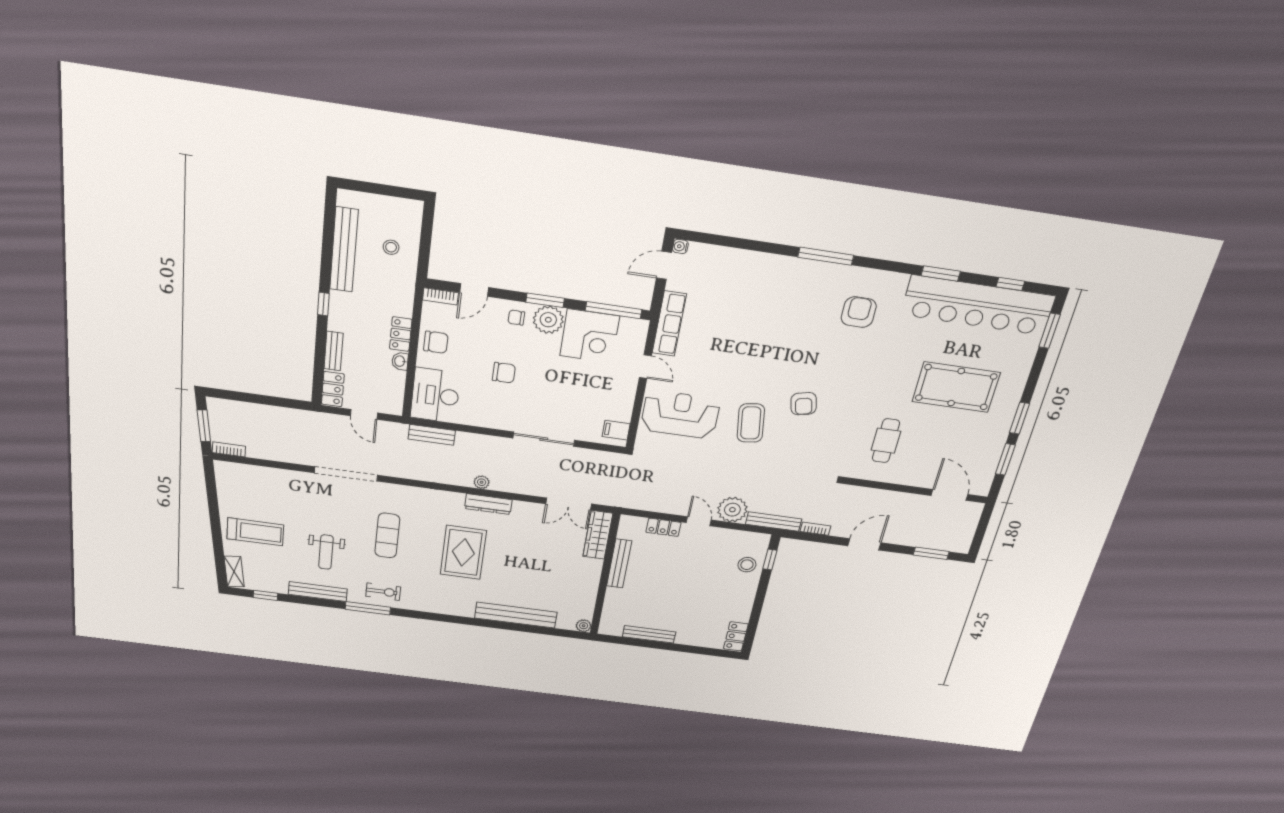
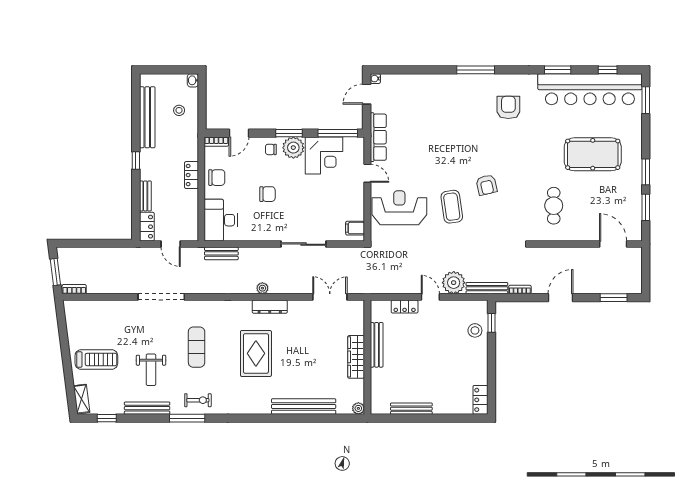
washbasin: (400, 361) -> (193, 80), moved
double door: (569, 504) -> (330, 297), swing flipped
wardrobe: (598, 535) -> (356, 357), moved

